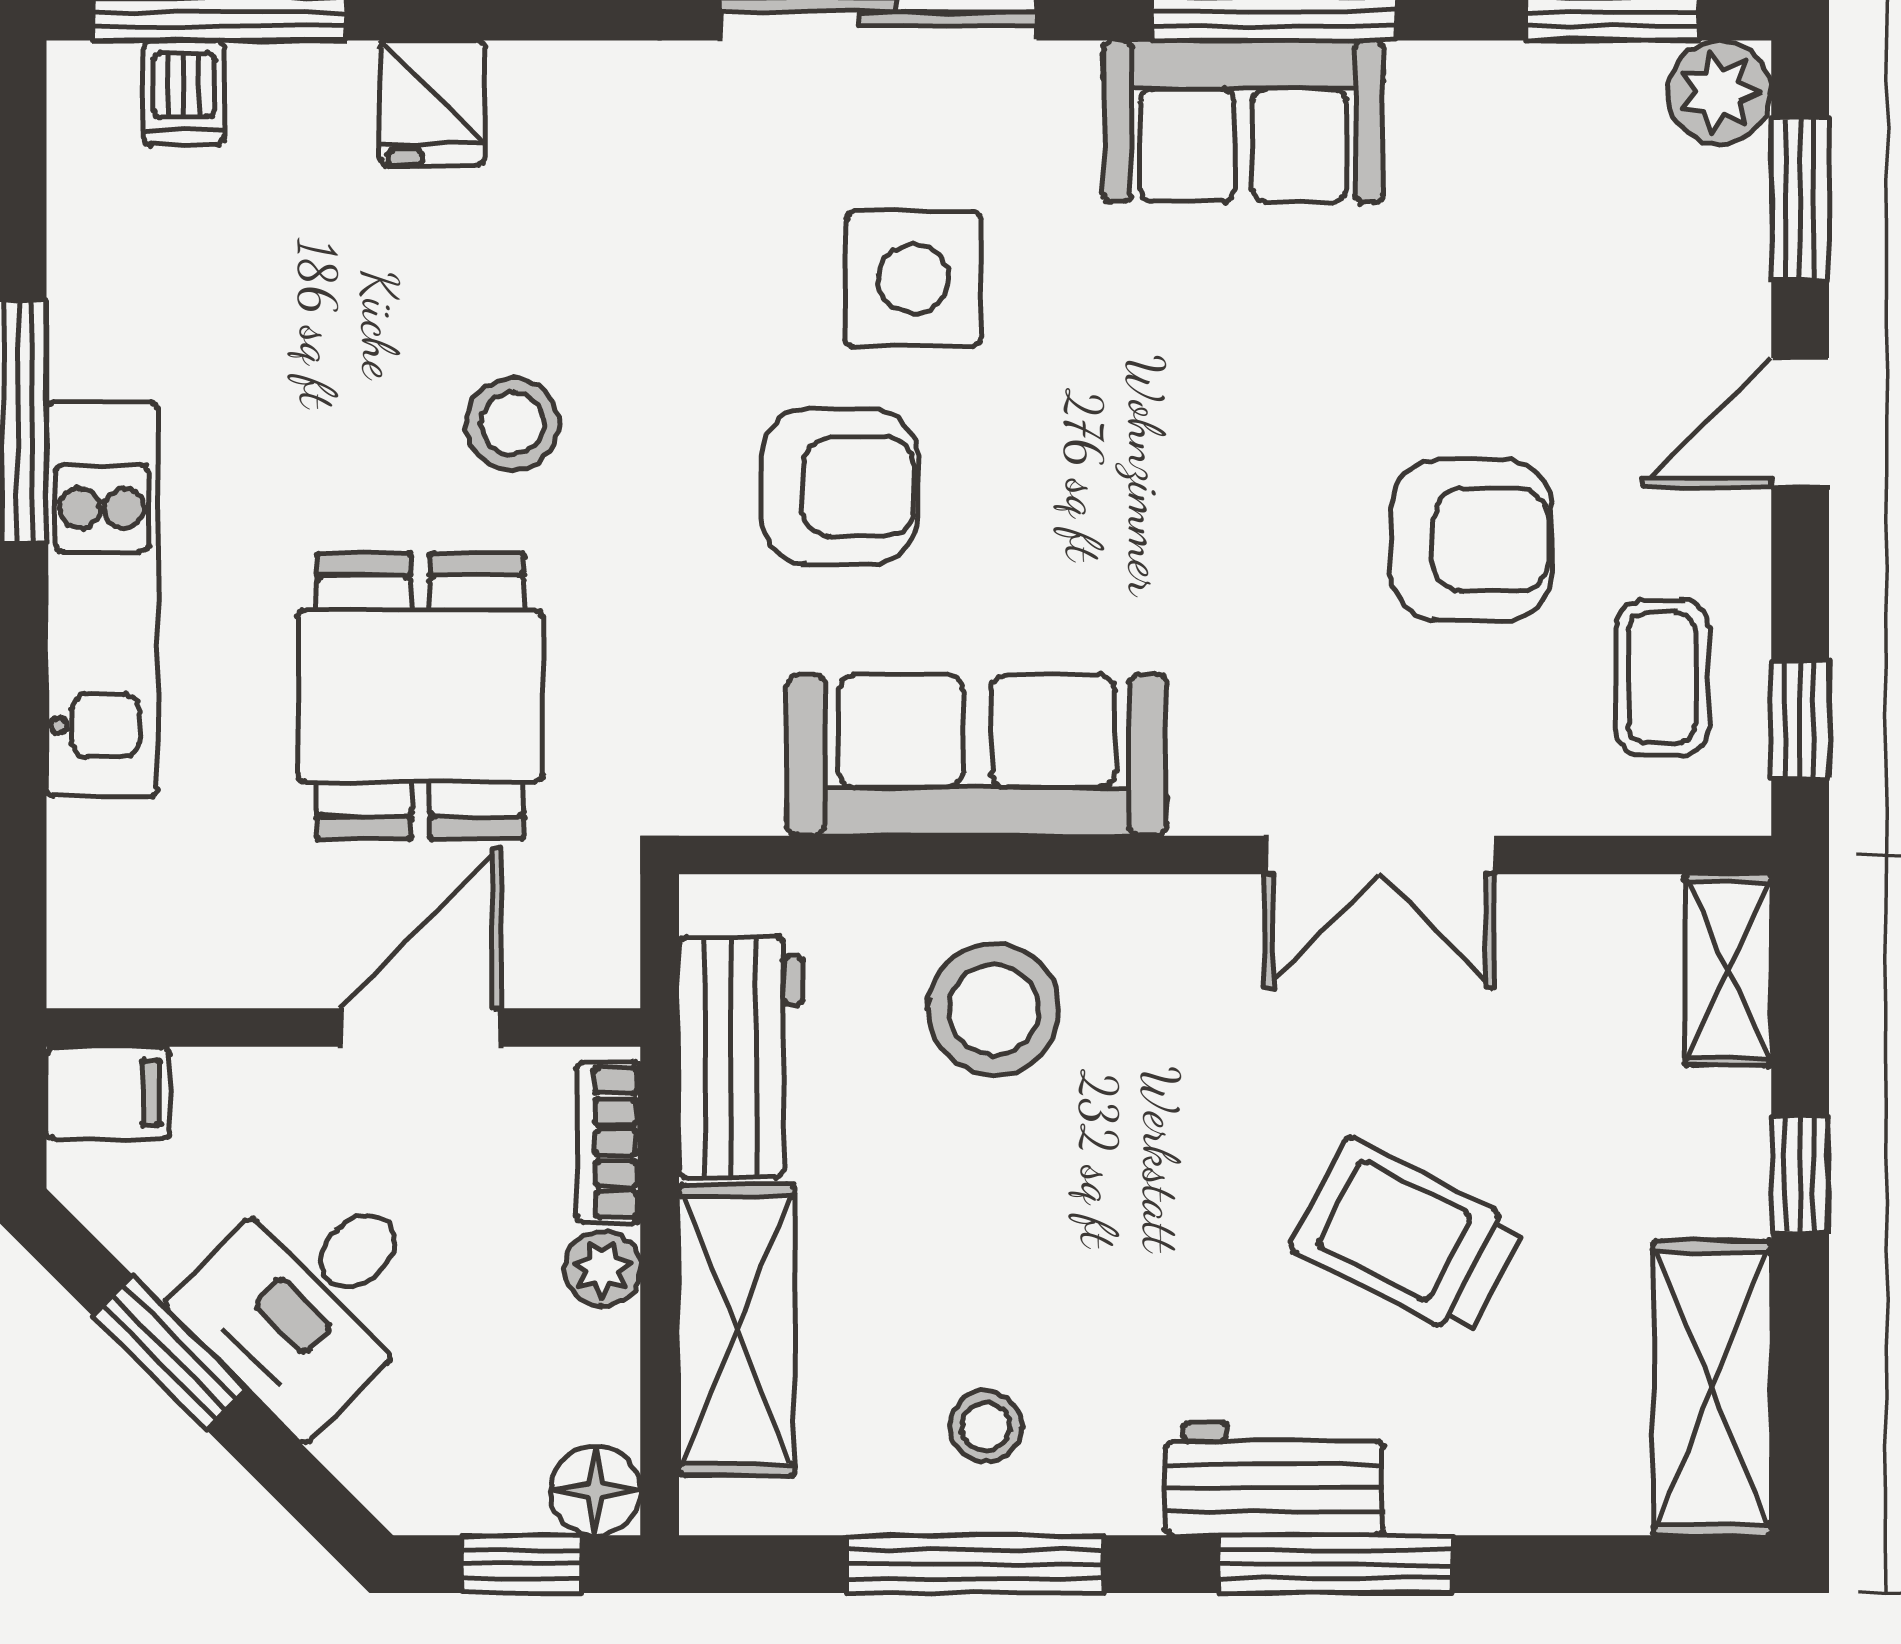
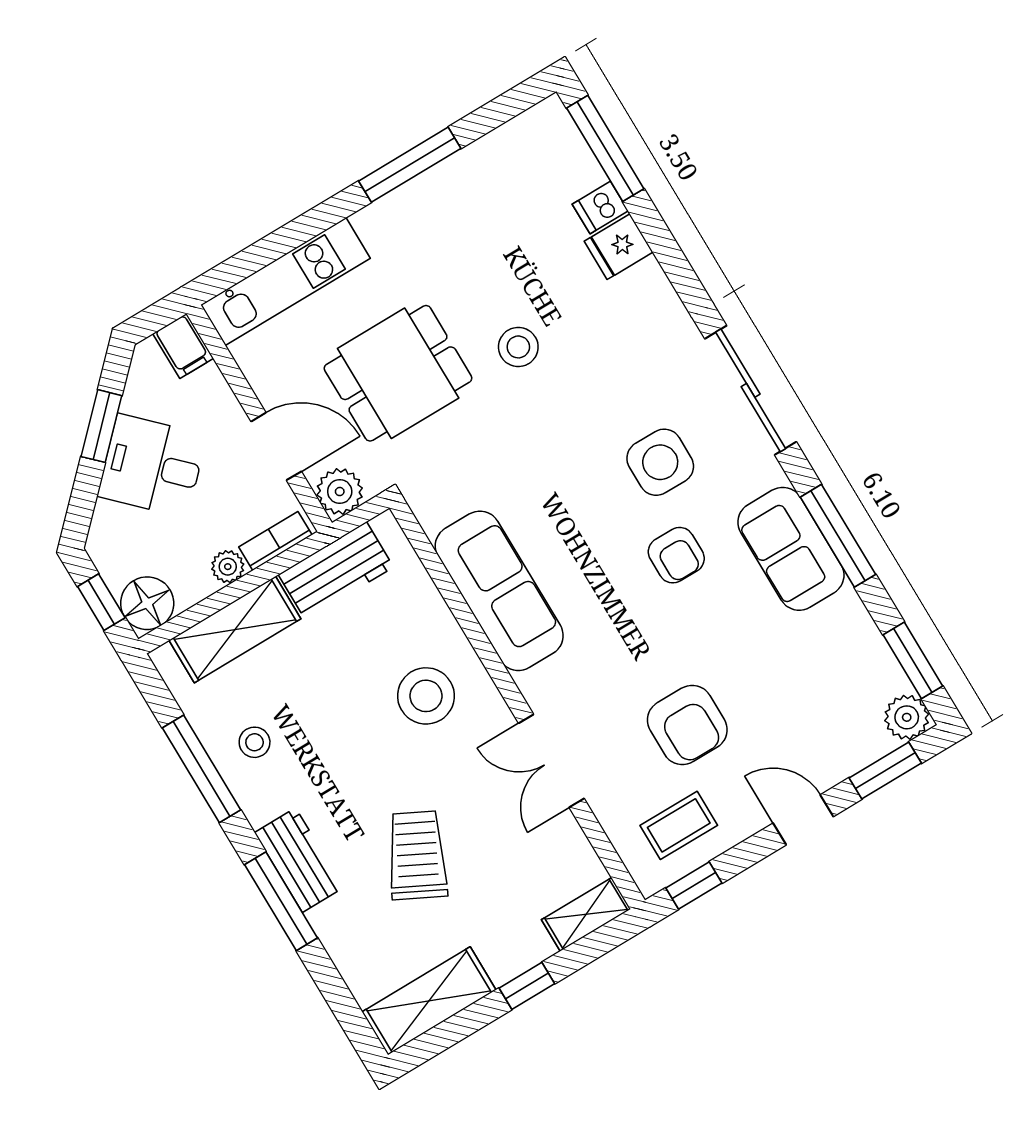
dishwasher: (184, 93) -> (600, 207), moved
armchair: (840, 487) -> (676, 555), moved, width x0.72, depth x0.72
kitchen unit: (102, 599) -> (286, 282), moved
plant: (587, 955) -> (340, 492), added
stool: (994, 1010) -> (426, 696), moved
floor lamp: (596, 1491) -> (147, 603), width x1.38, depth x1.38

